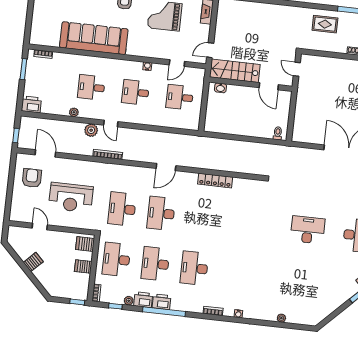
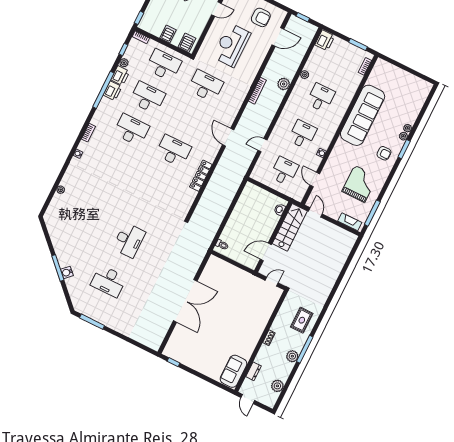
door: (111, 123) -> (262, 145), moved
desk: (161, 213) -> (173, 151), moved

